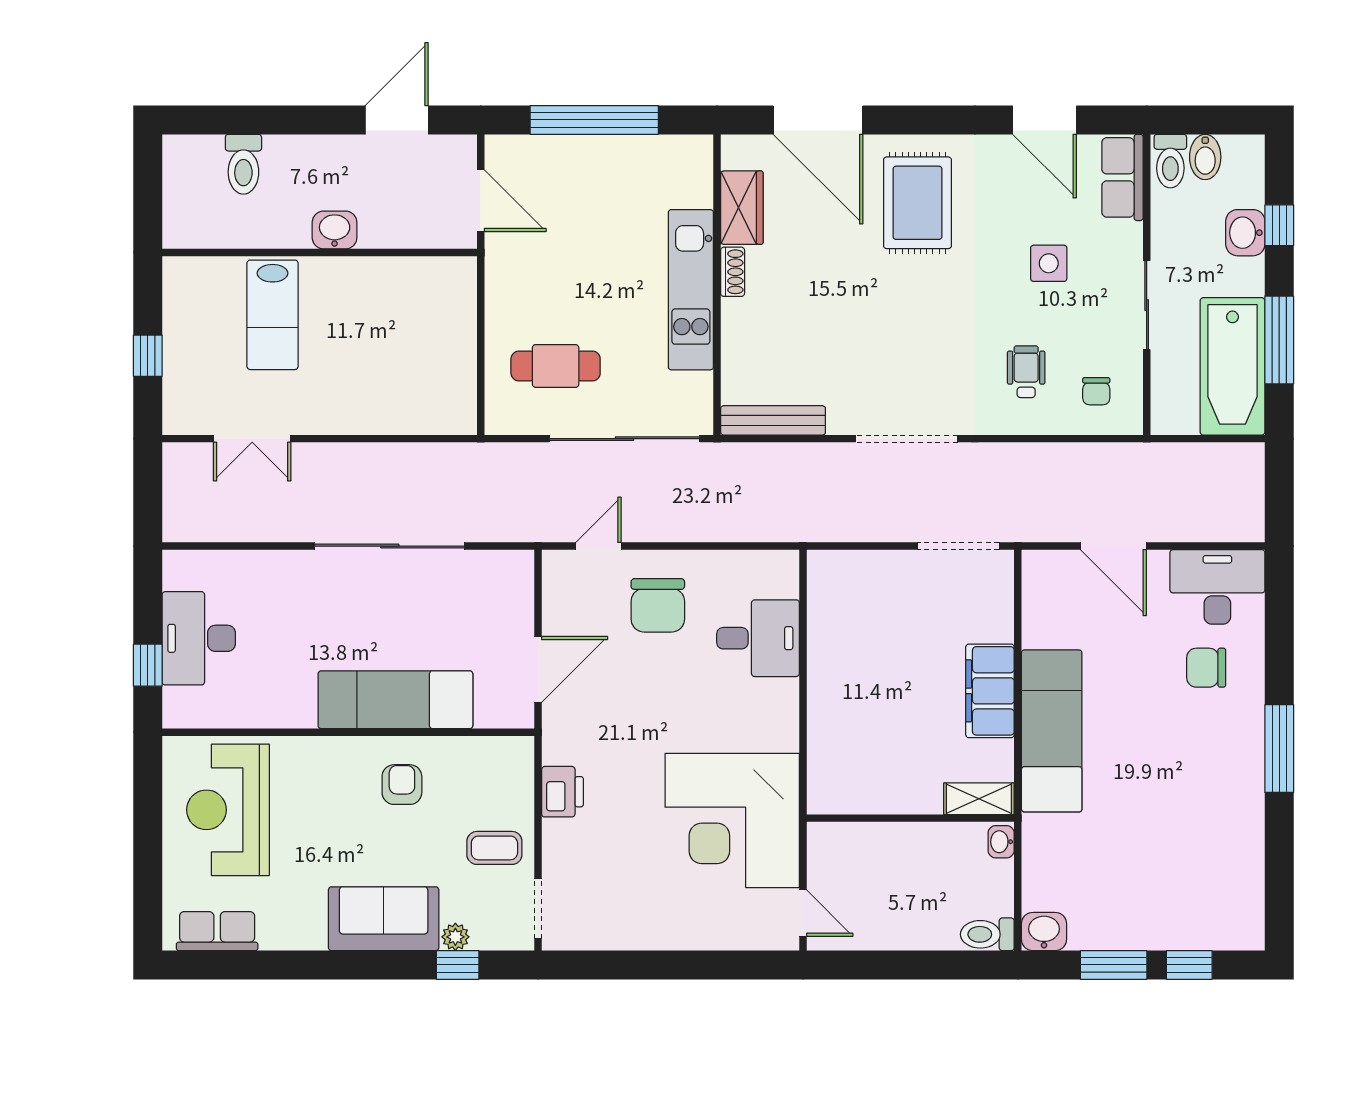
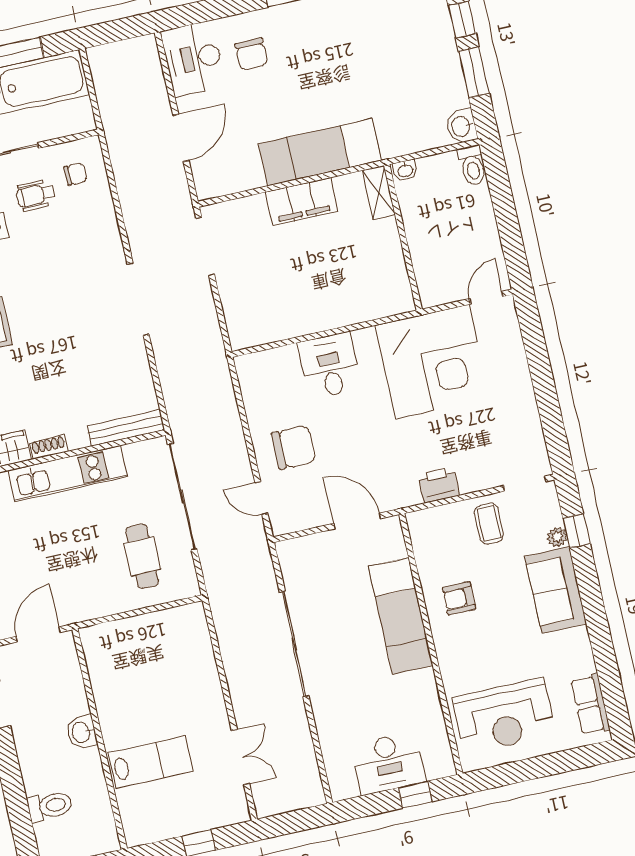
wheelchair: (1026, 372) -> (36, 195), moved
bench: (773, 420) -> (126, 428), moved, turned 90
desk: (758, 638) -> (330, 366), moved

